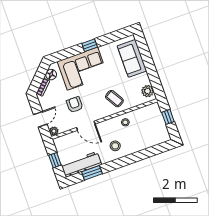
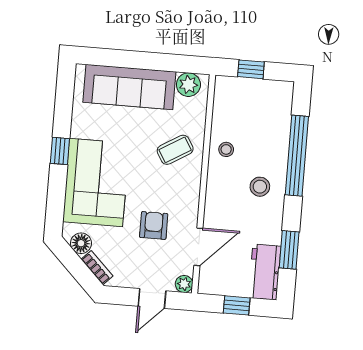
sofa: (132, 58) -> (129, 87), width x1.36
armchair: (75, 105) -> (154, 226), turned 90
door: (40, 119) -> (152, 299), swing flipped
door: (86, 126) -> (198, 247), moved
window: (137, 157) -> (297, 156), added
workbench: (81, 164) -> (265, 272), width x0.73

